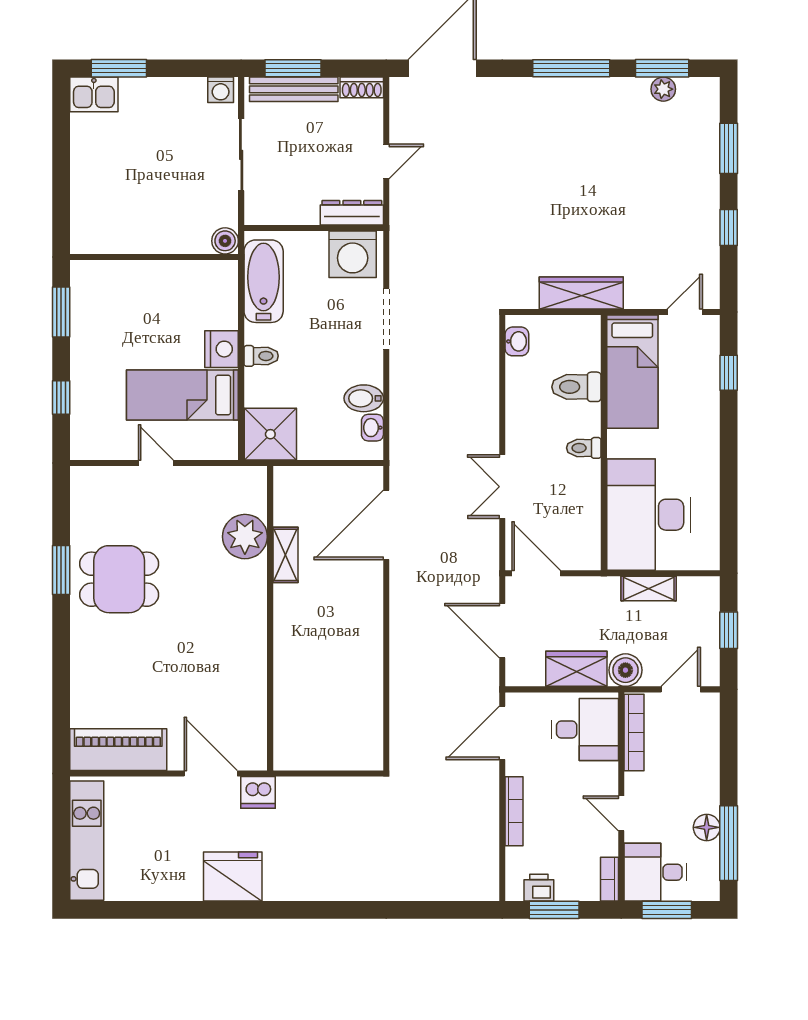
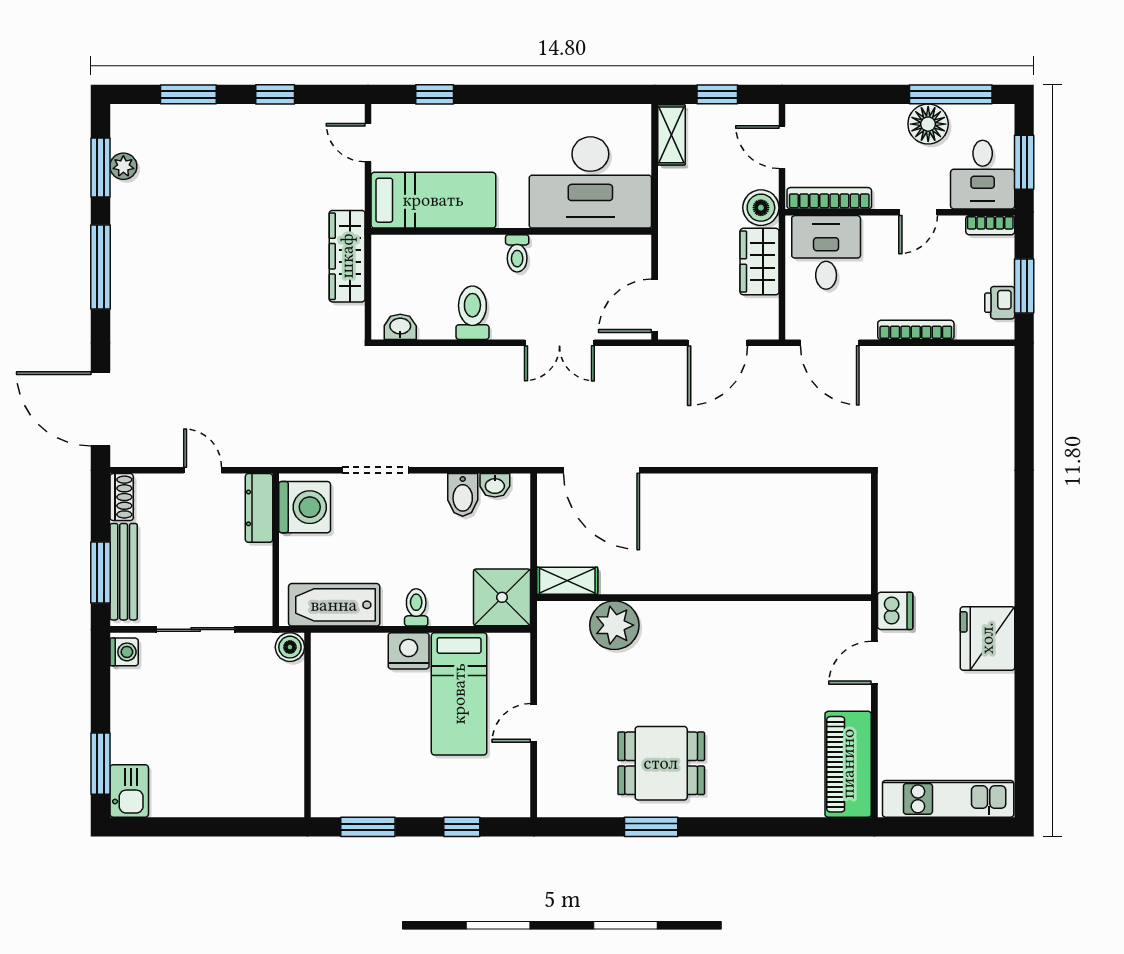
toilet: (576, 387) -> (472, 313), moved, turned 180
shelving: (285, 555) -> (567, 581), moved
dining table: (119, 579) -> (661, 763), turned 90
shelving: (649, 589) -> (671, 135), moved
door: (211, 774) -> (874, 663), width x0.73
floor lamp: (707, 827) -> (928, 124), width x1.38, depth x1.38

